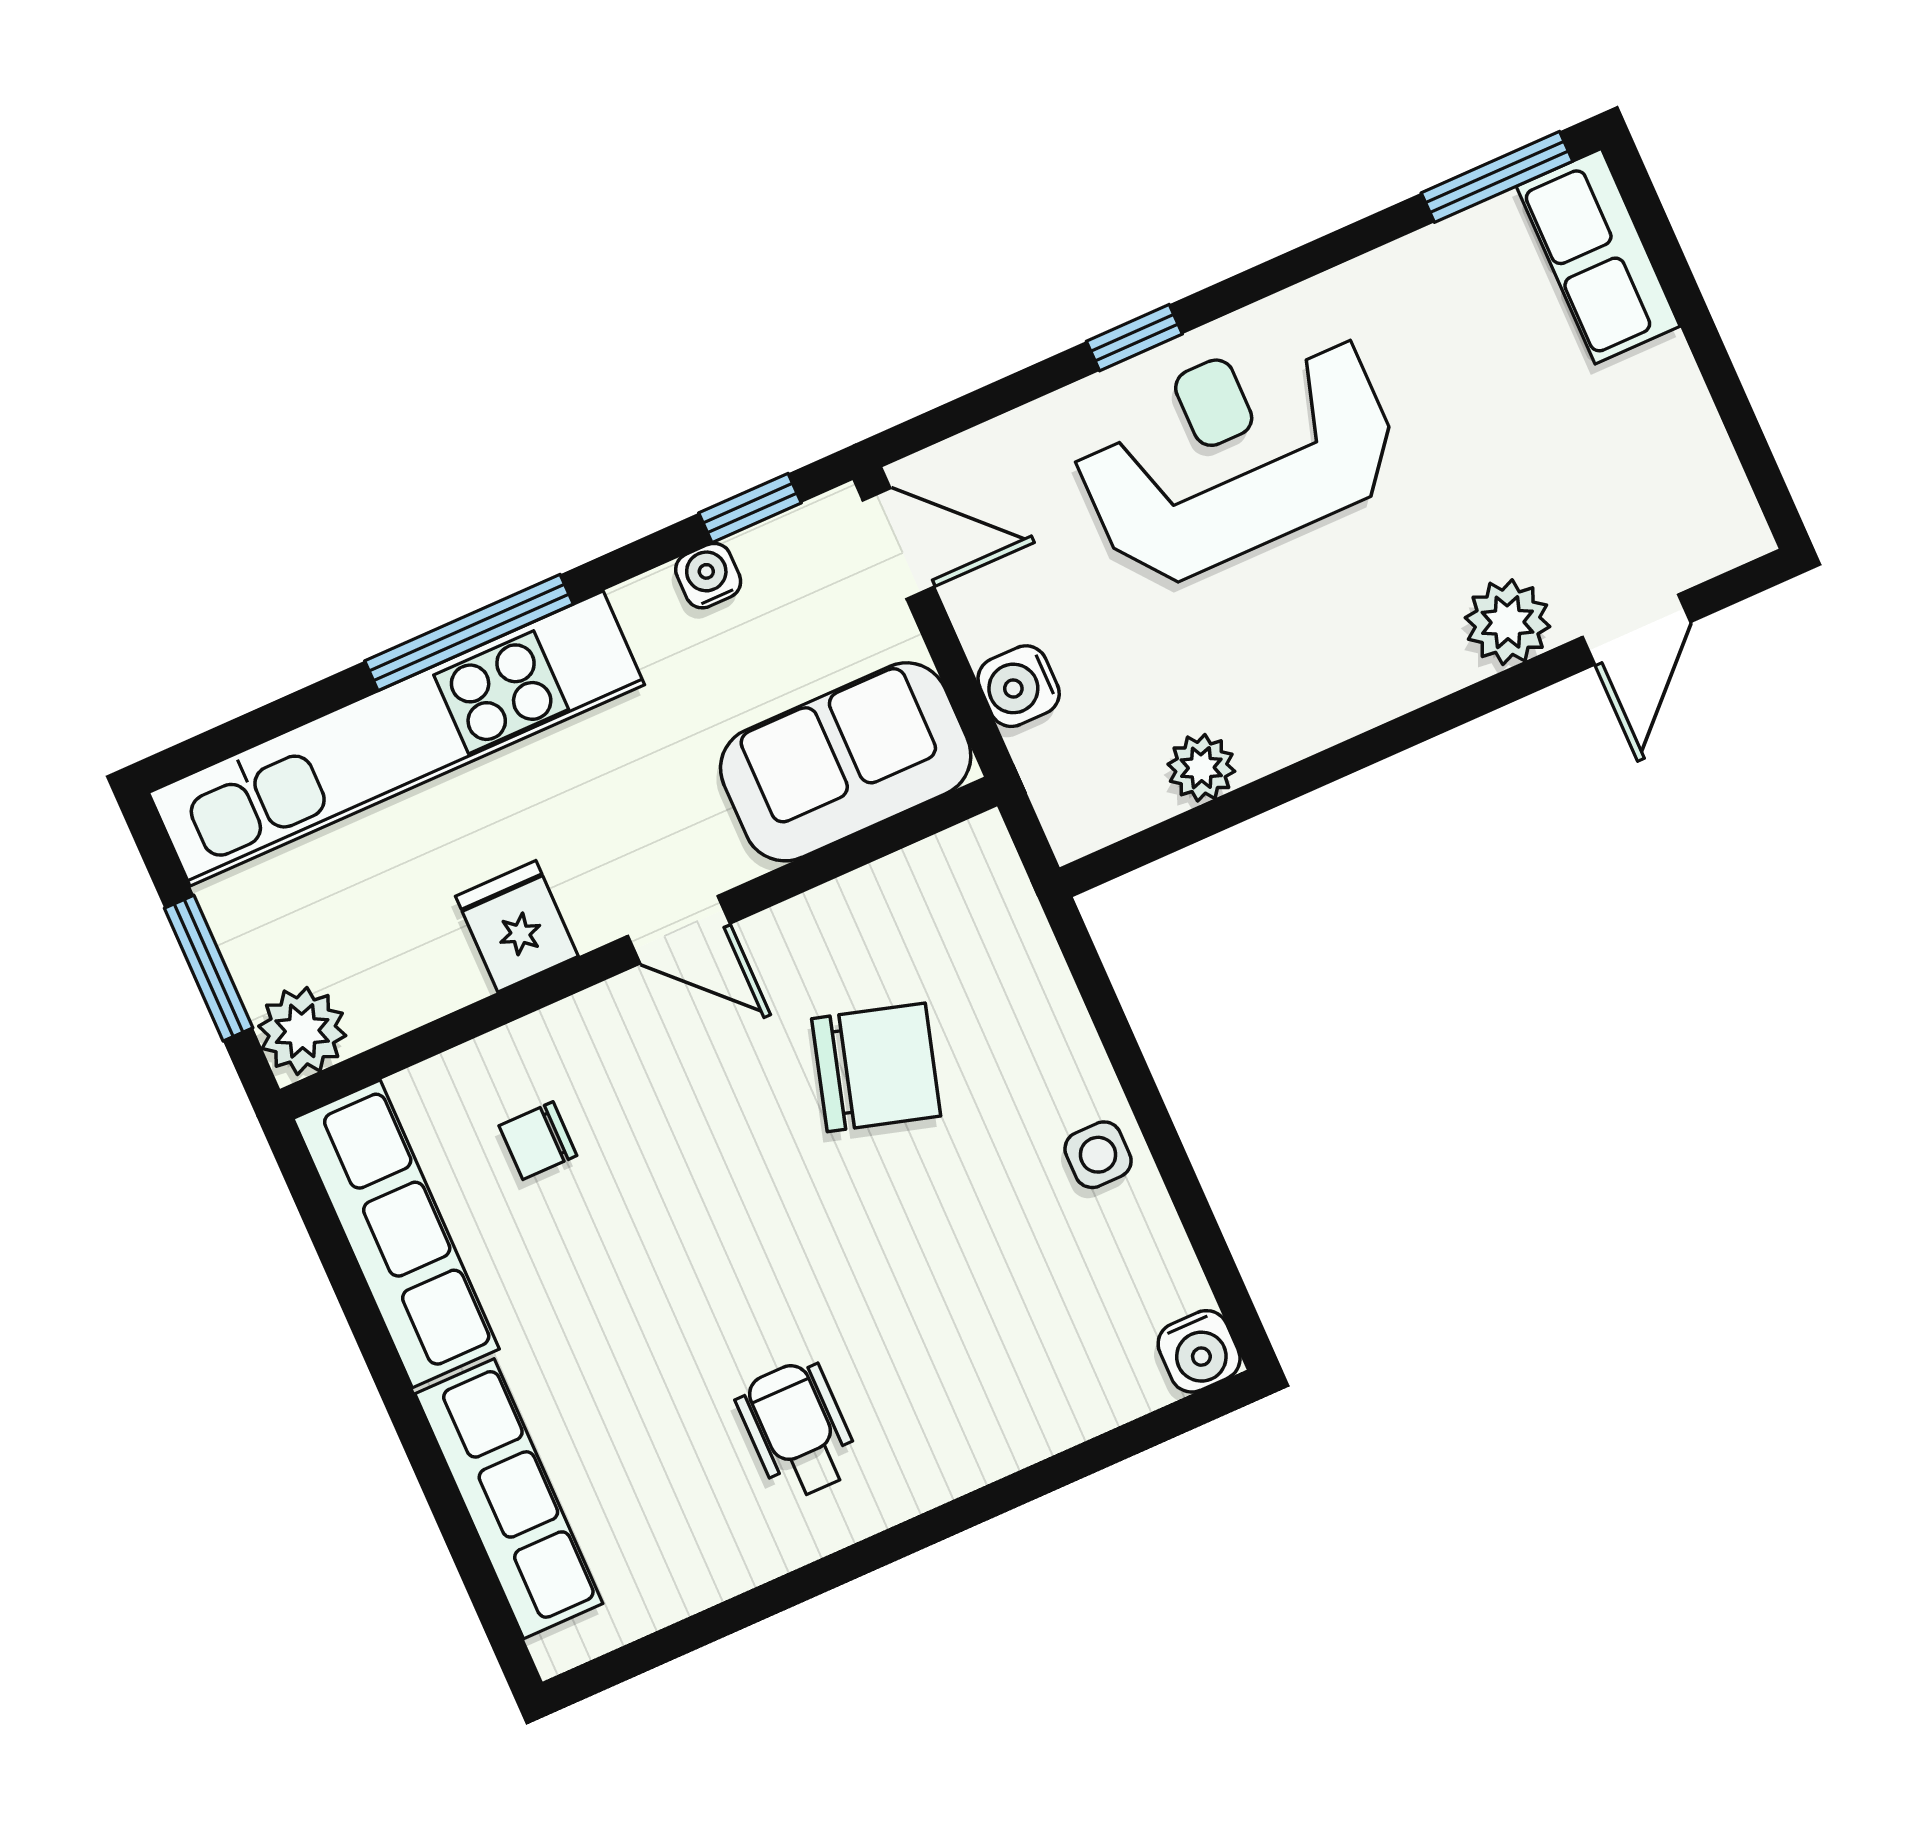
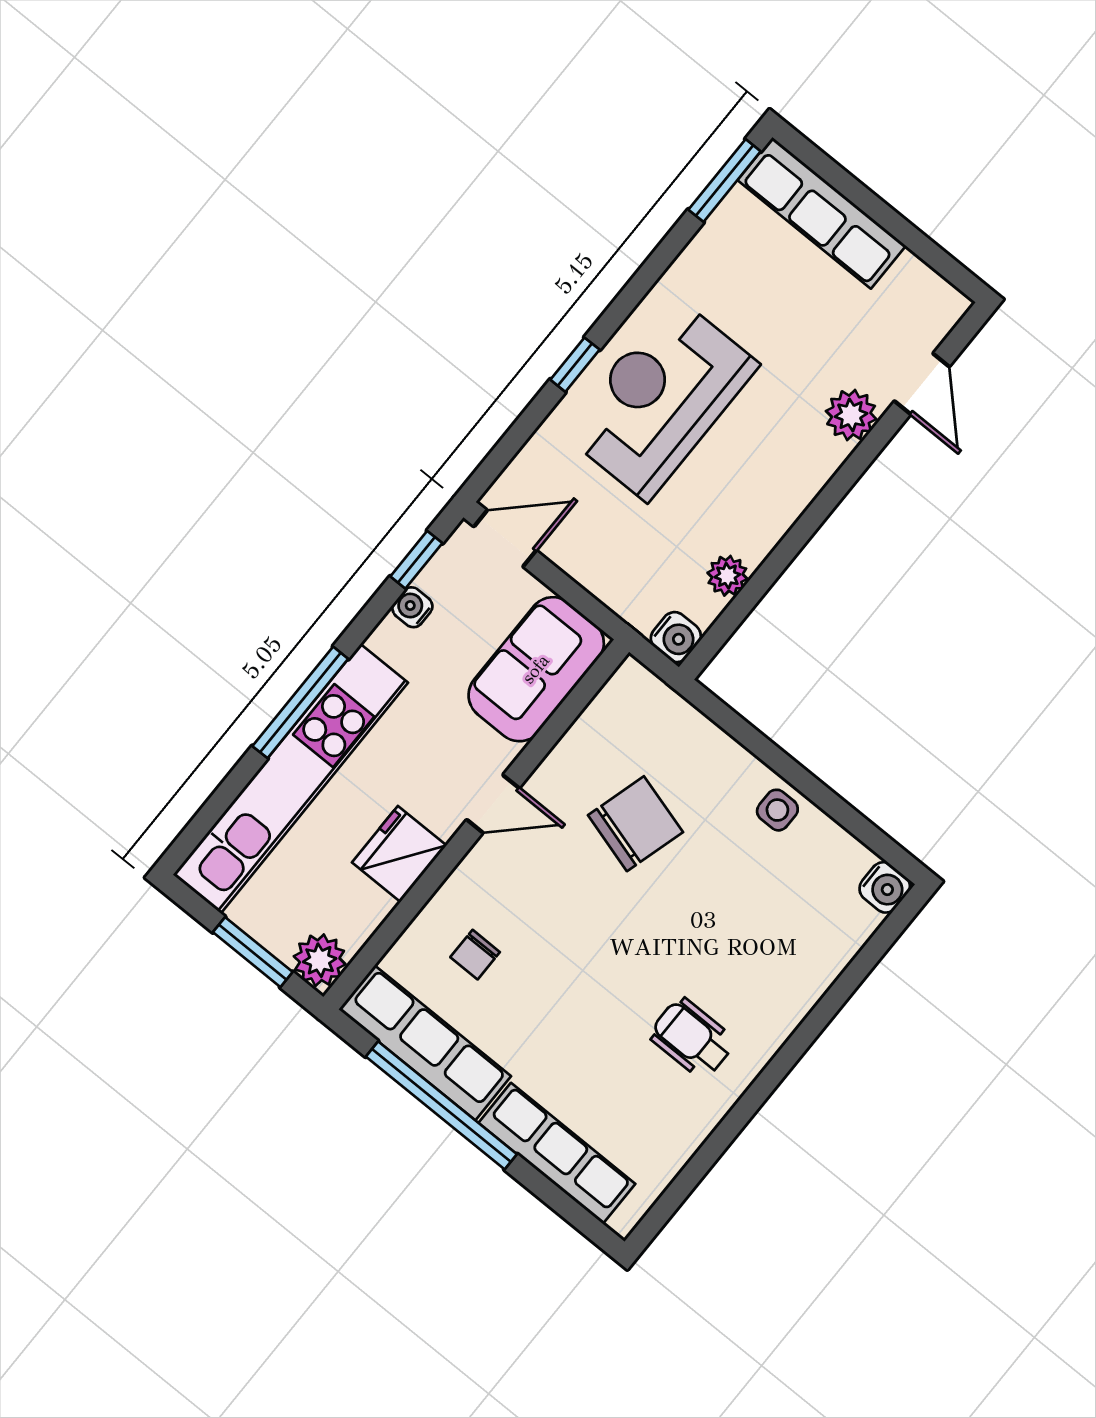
row of seats: (1598, 256) -> (822, 213), width x1.48
water cooler: (1019, 686) -> (676, 637), moved, turned -90
fridge: (517, 926) -> (399, 854), width x1.38
window: (373, 1339) -> (441, 1105), added

